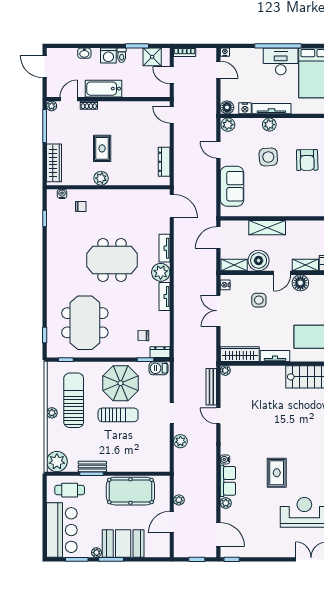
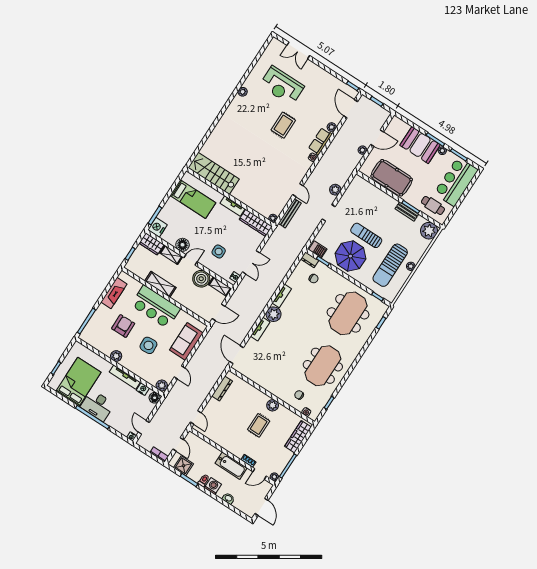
plant: (269, 125) -> (116, 356), moved
bar counter: (287, 201) -> (156, 307), added
shelving: (267, 228) -> (160, 284), moved
meeting table: (112, 260) -> (323, 366), moved, turned 90

